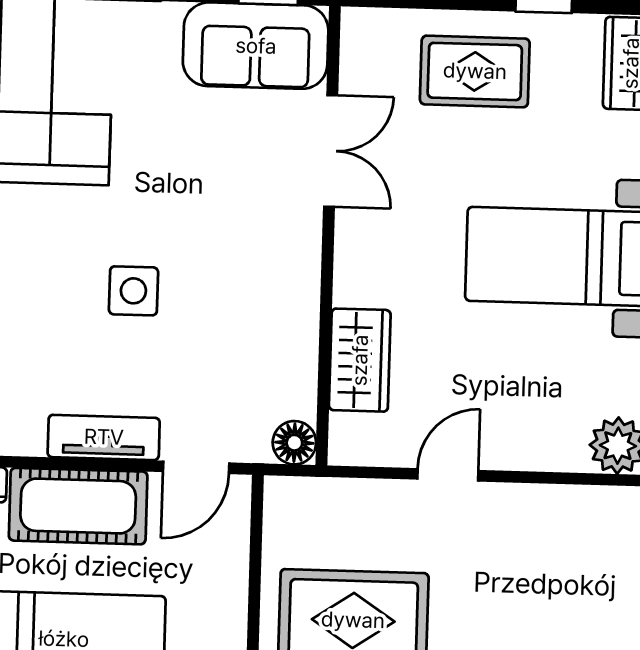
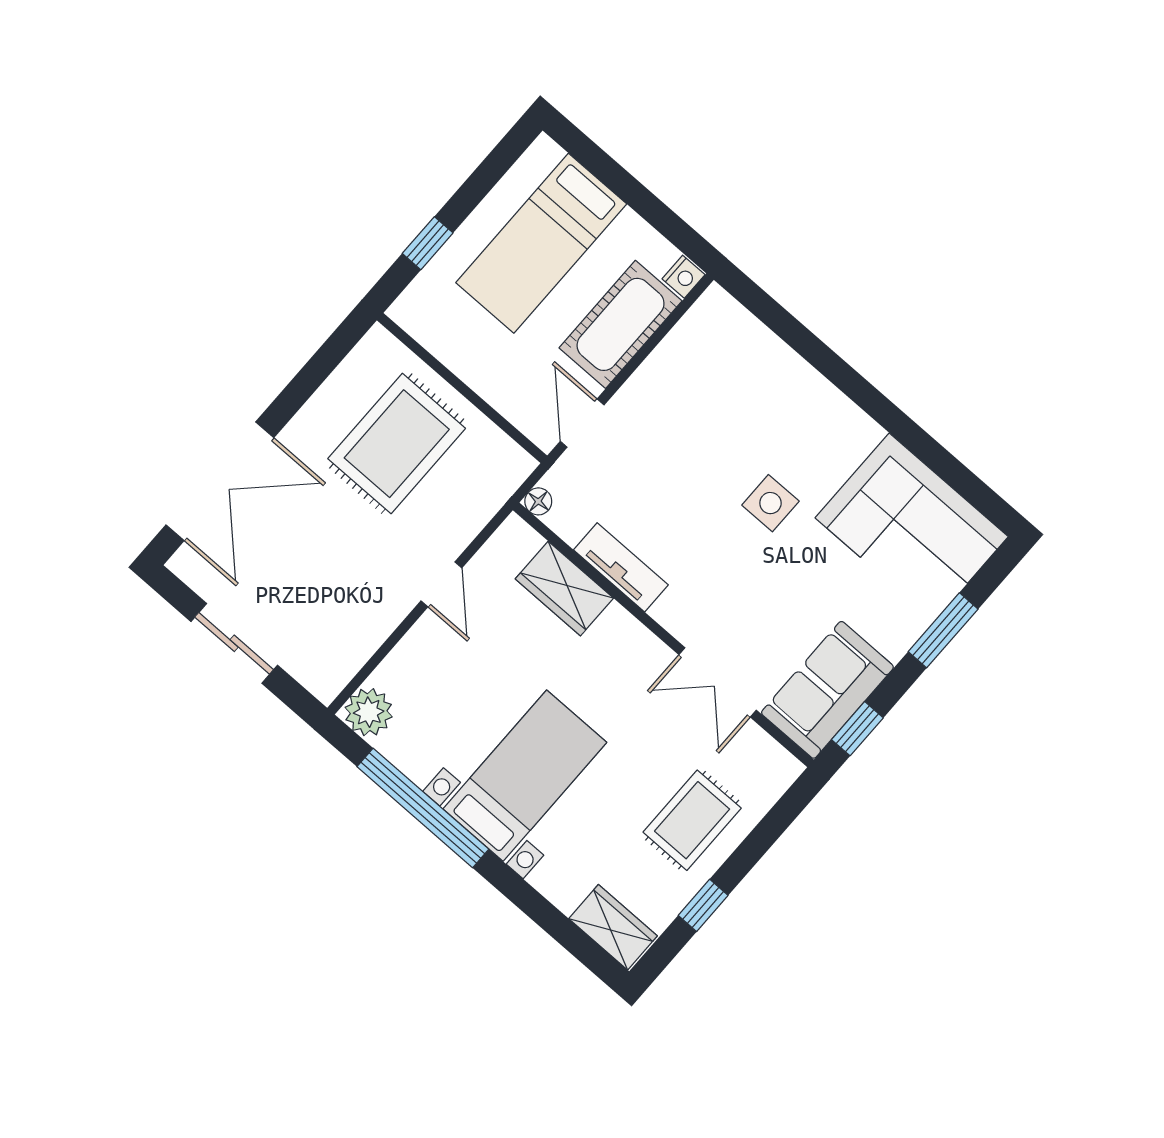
side table: (133, 291) -> (770, 503), moved
tv unit: (104, 437) -> (621, 567), moved, turned -90
floor lamp: (294, 443) -> (538, 501), width x0.73, depth x0.73

